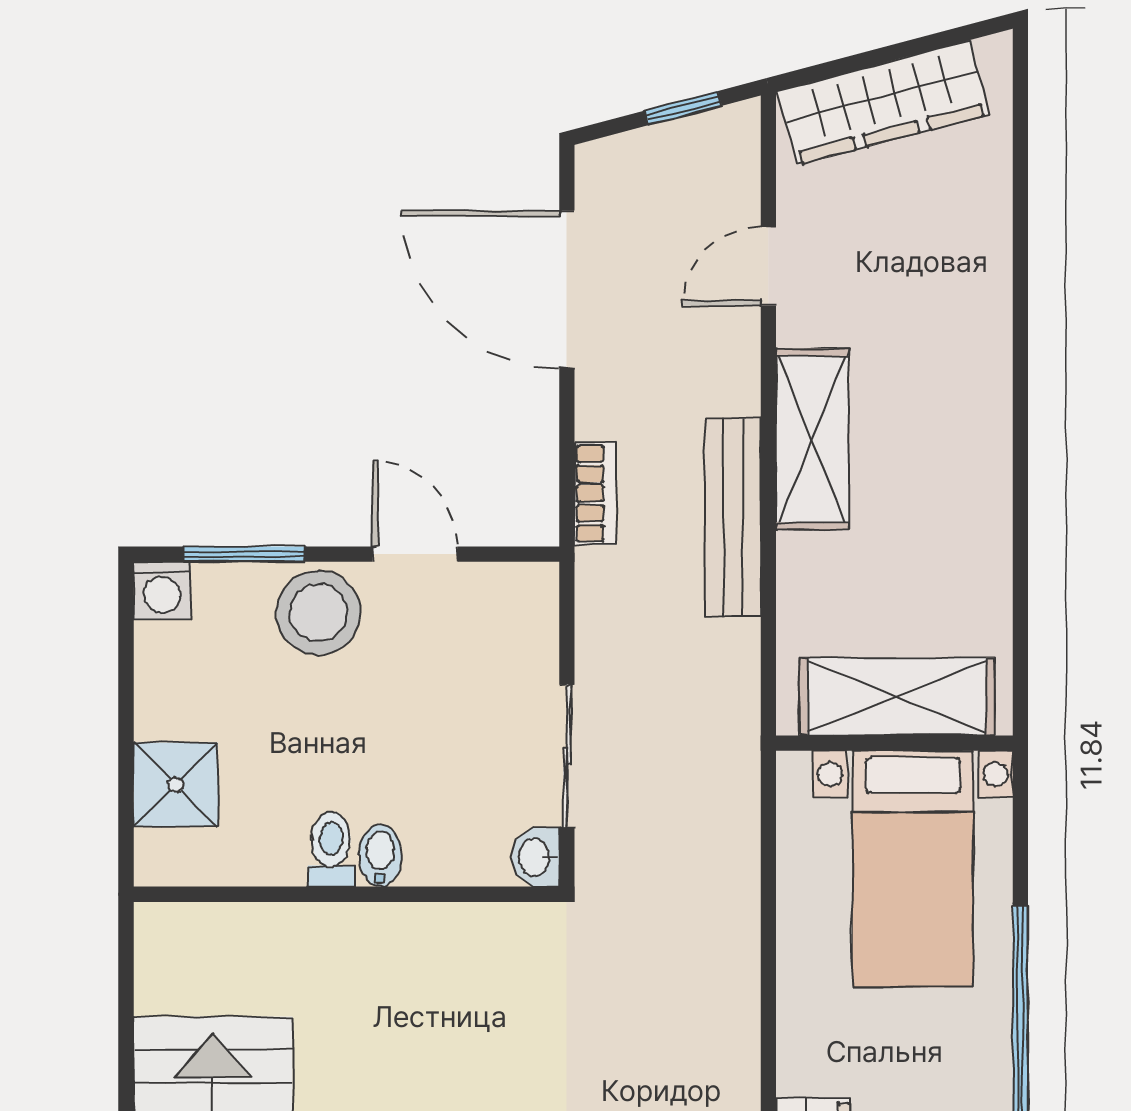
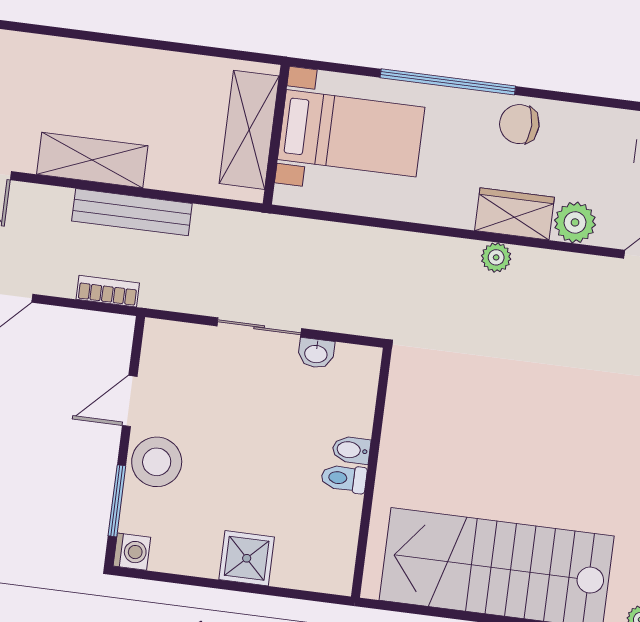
toilet: (331, 849) -> (344, 478), moved
bidet: (380, 855) -> (351, 450), moved
wall: (346, 894) -> (371, 473), moved

